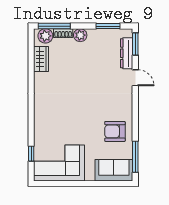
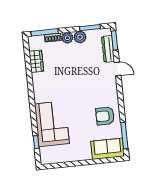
plant: (45, 36) -> (80, 37), moved
corner sofa: (59, 163) -> (52, 124), moved, turned 90

